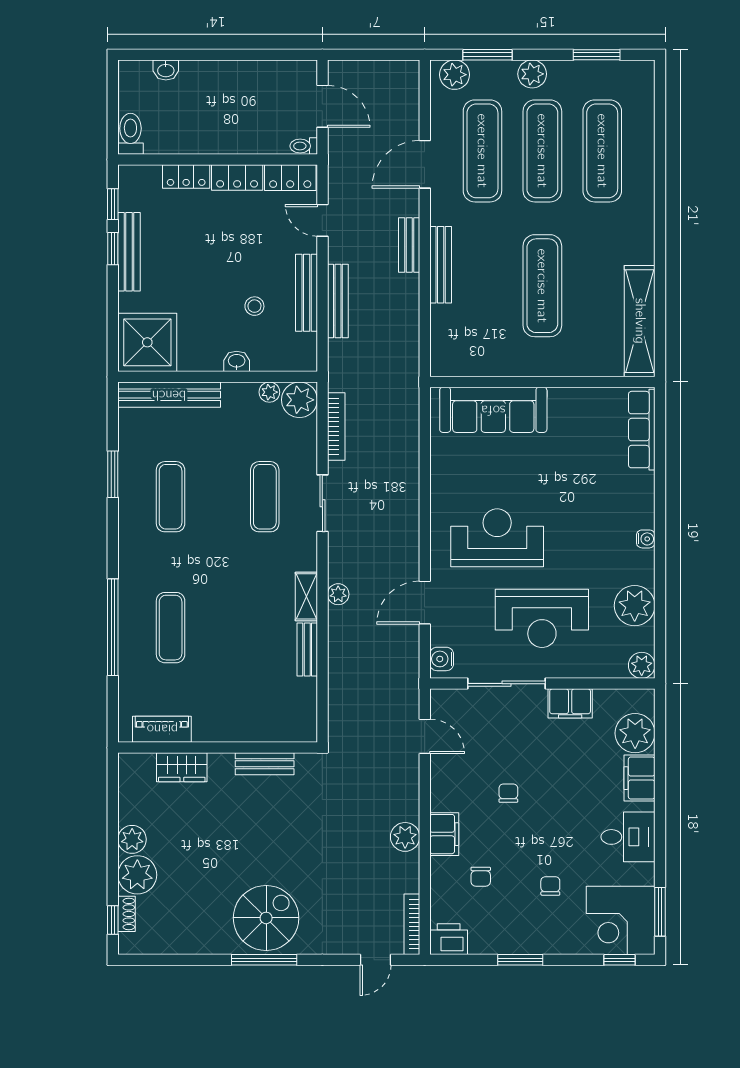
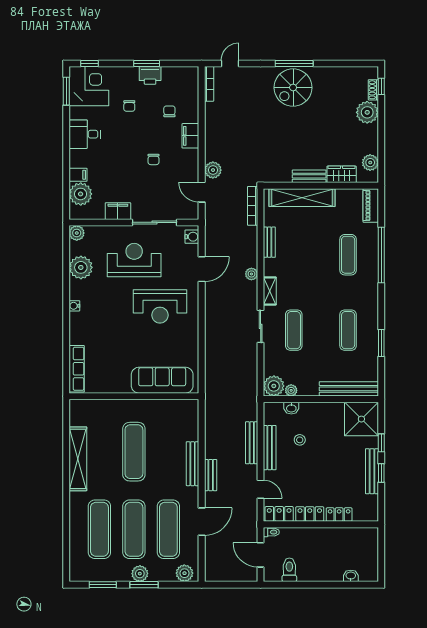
window: (488, 55) -> (144, 585), moved
toilet: (130, 134) -> (289, 570), moved, turned 180
window: (113, 204) -> (381, 443), moved
shelving: (640, 321) -> (78, 459), moved
washbasin: (237, 361) -> (291, 408), moved
bookcase: (336, 427) -> (253, 206), moved
shelving: (306, 596) -> (270, 291), moved
shelving: (251, 727) -> (302, 198), added
piano: (162, 729) -> (371, 206), moved, turned 90
bench: (265, 764) -> (309, 176), moved
filing cabinet: (639, 778) -> (78, 175), width x0.50
plant: (405, 837) -> (213, 170), moved
plant: (132, 839) -> (370, 163), moved
printer: (449, 939) -> (150, 75), moved

